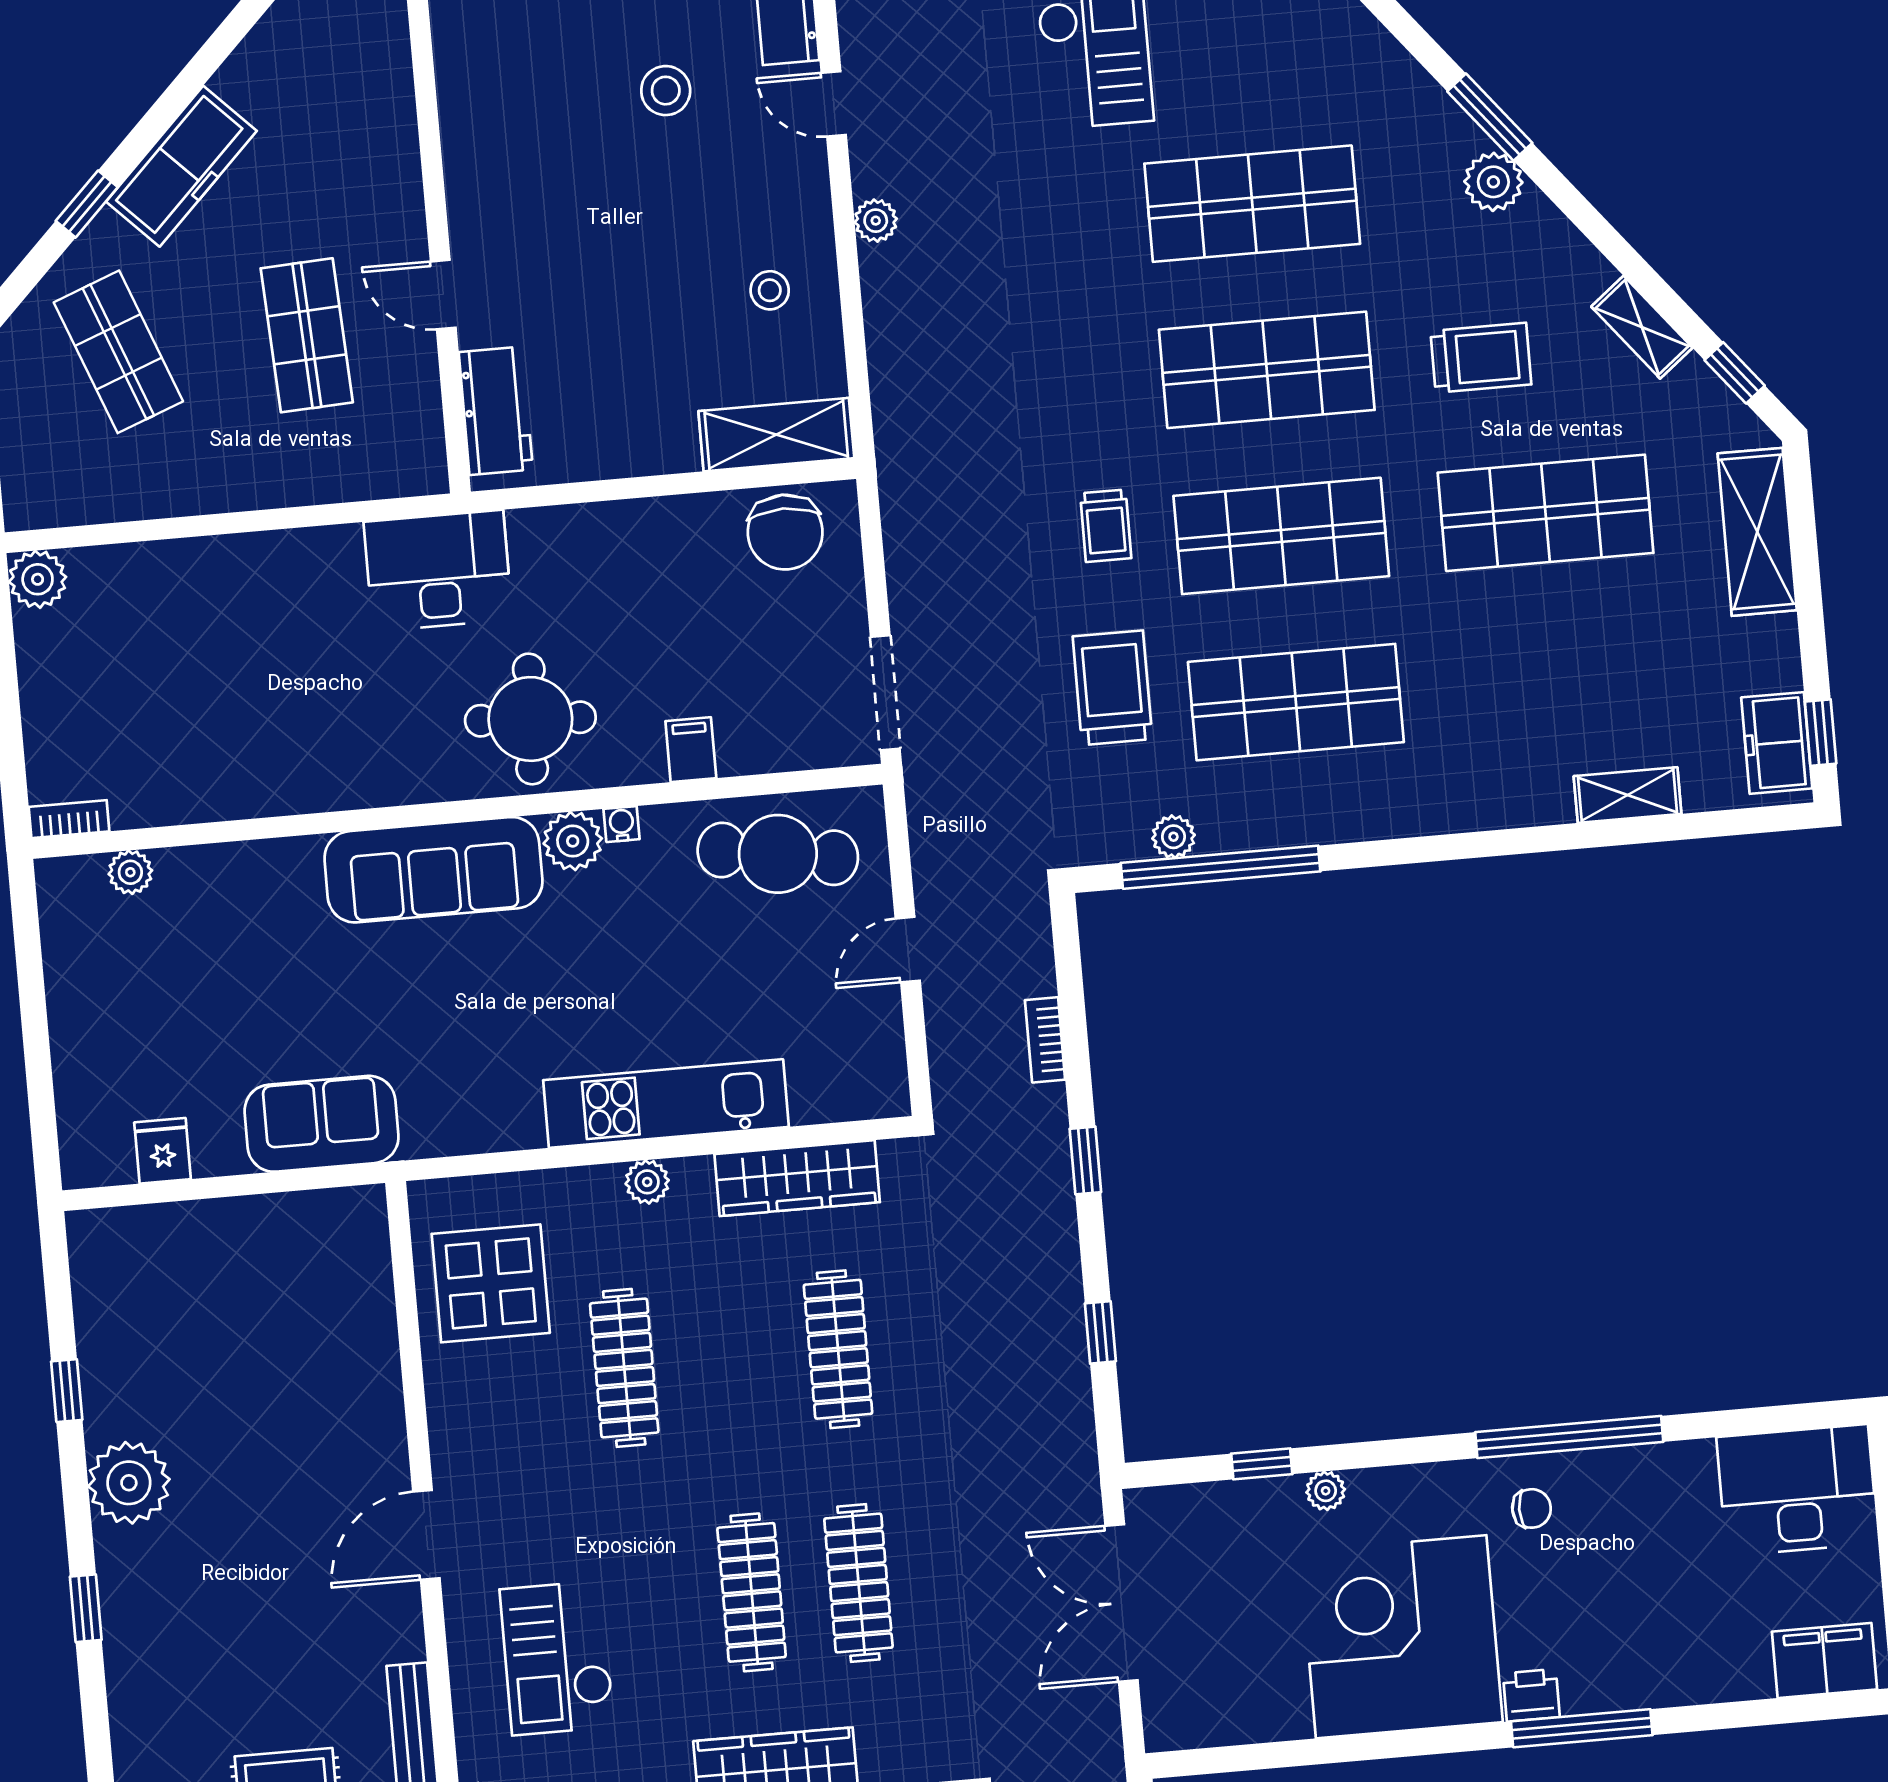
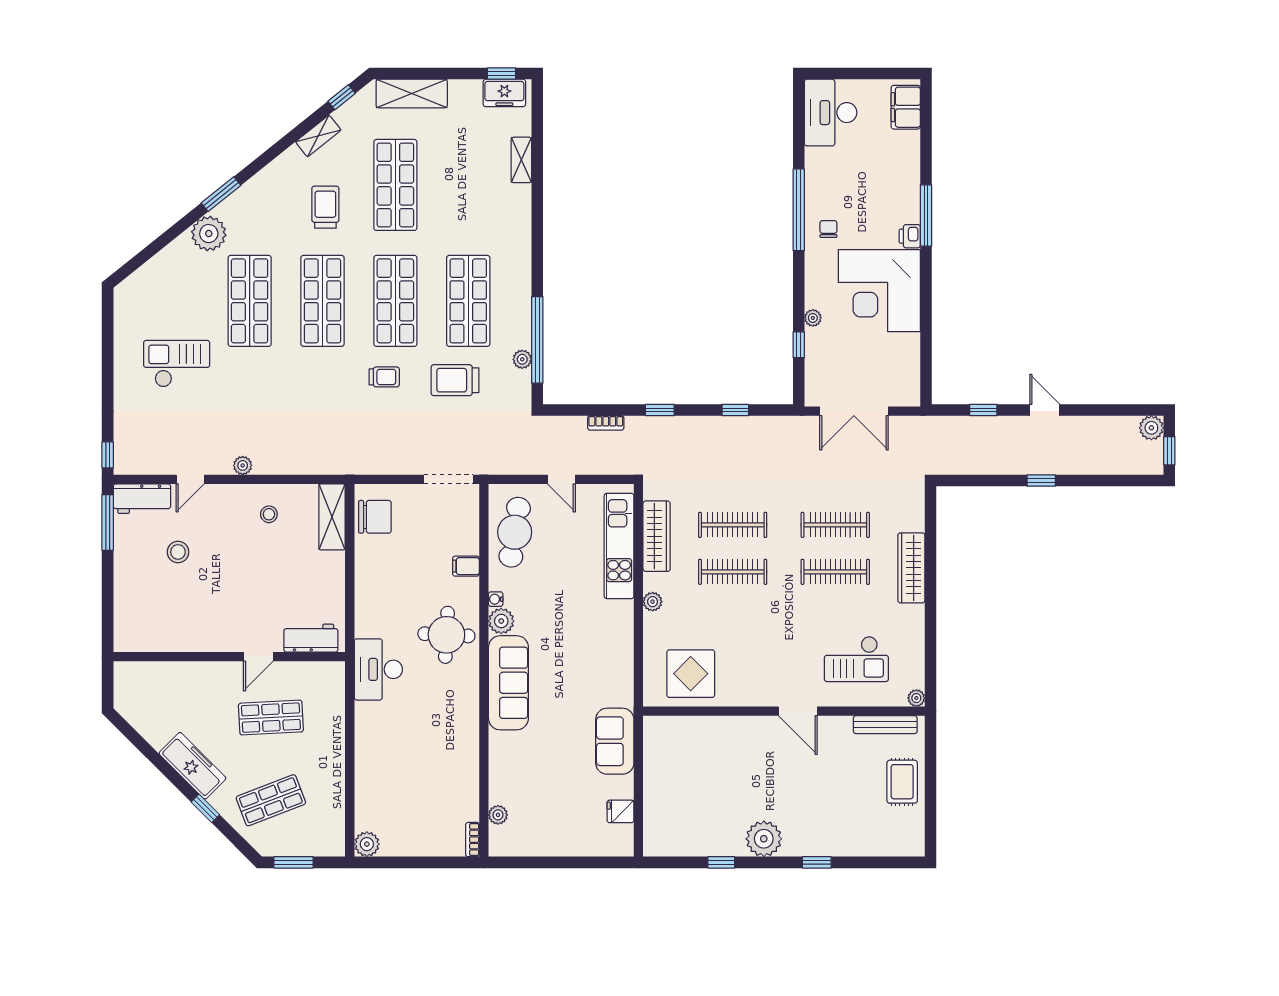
plant: (1493, 182) -> (209, 234), moved, width x1.36, depth x1.36
kitchen unit: (666, 1103) -> (619, 546), moved
clothes rail: (624, 1368) -> (733, 572), moved

